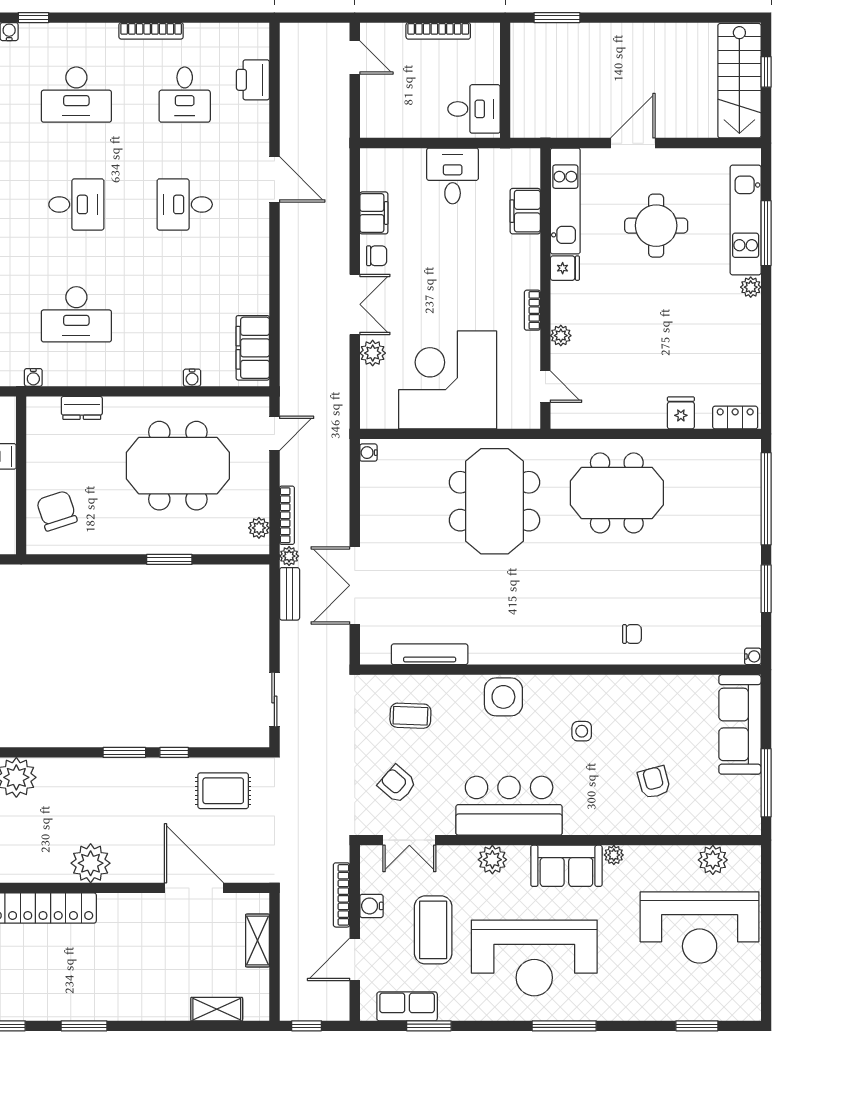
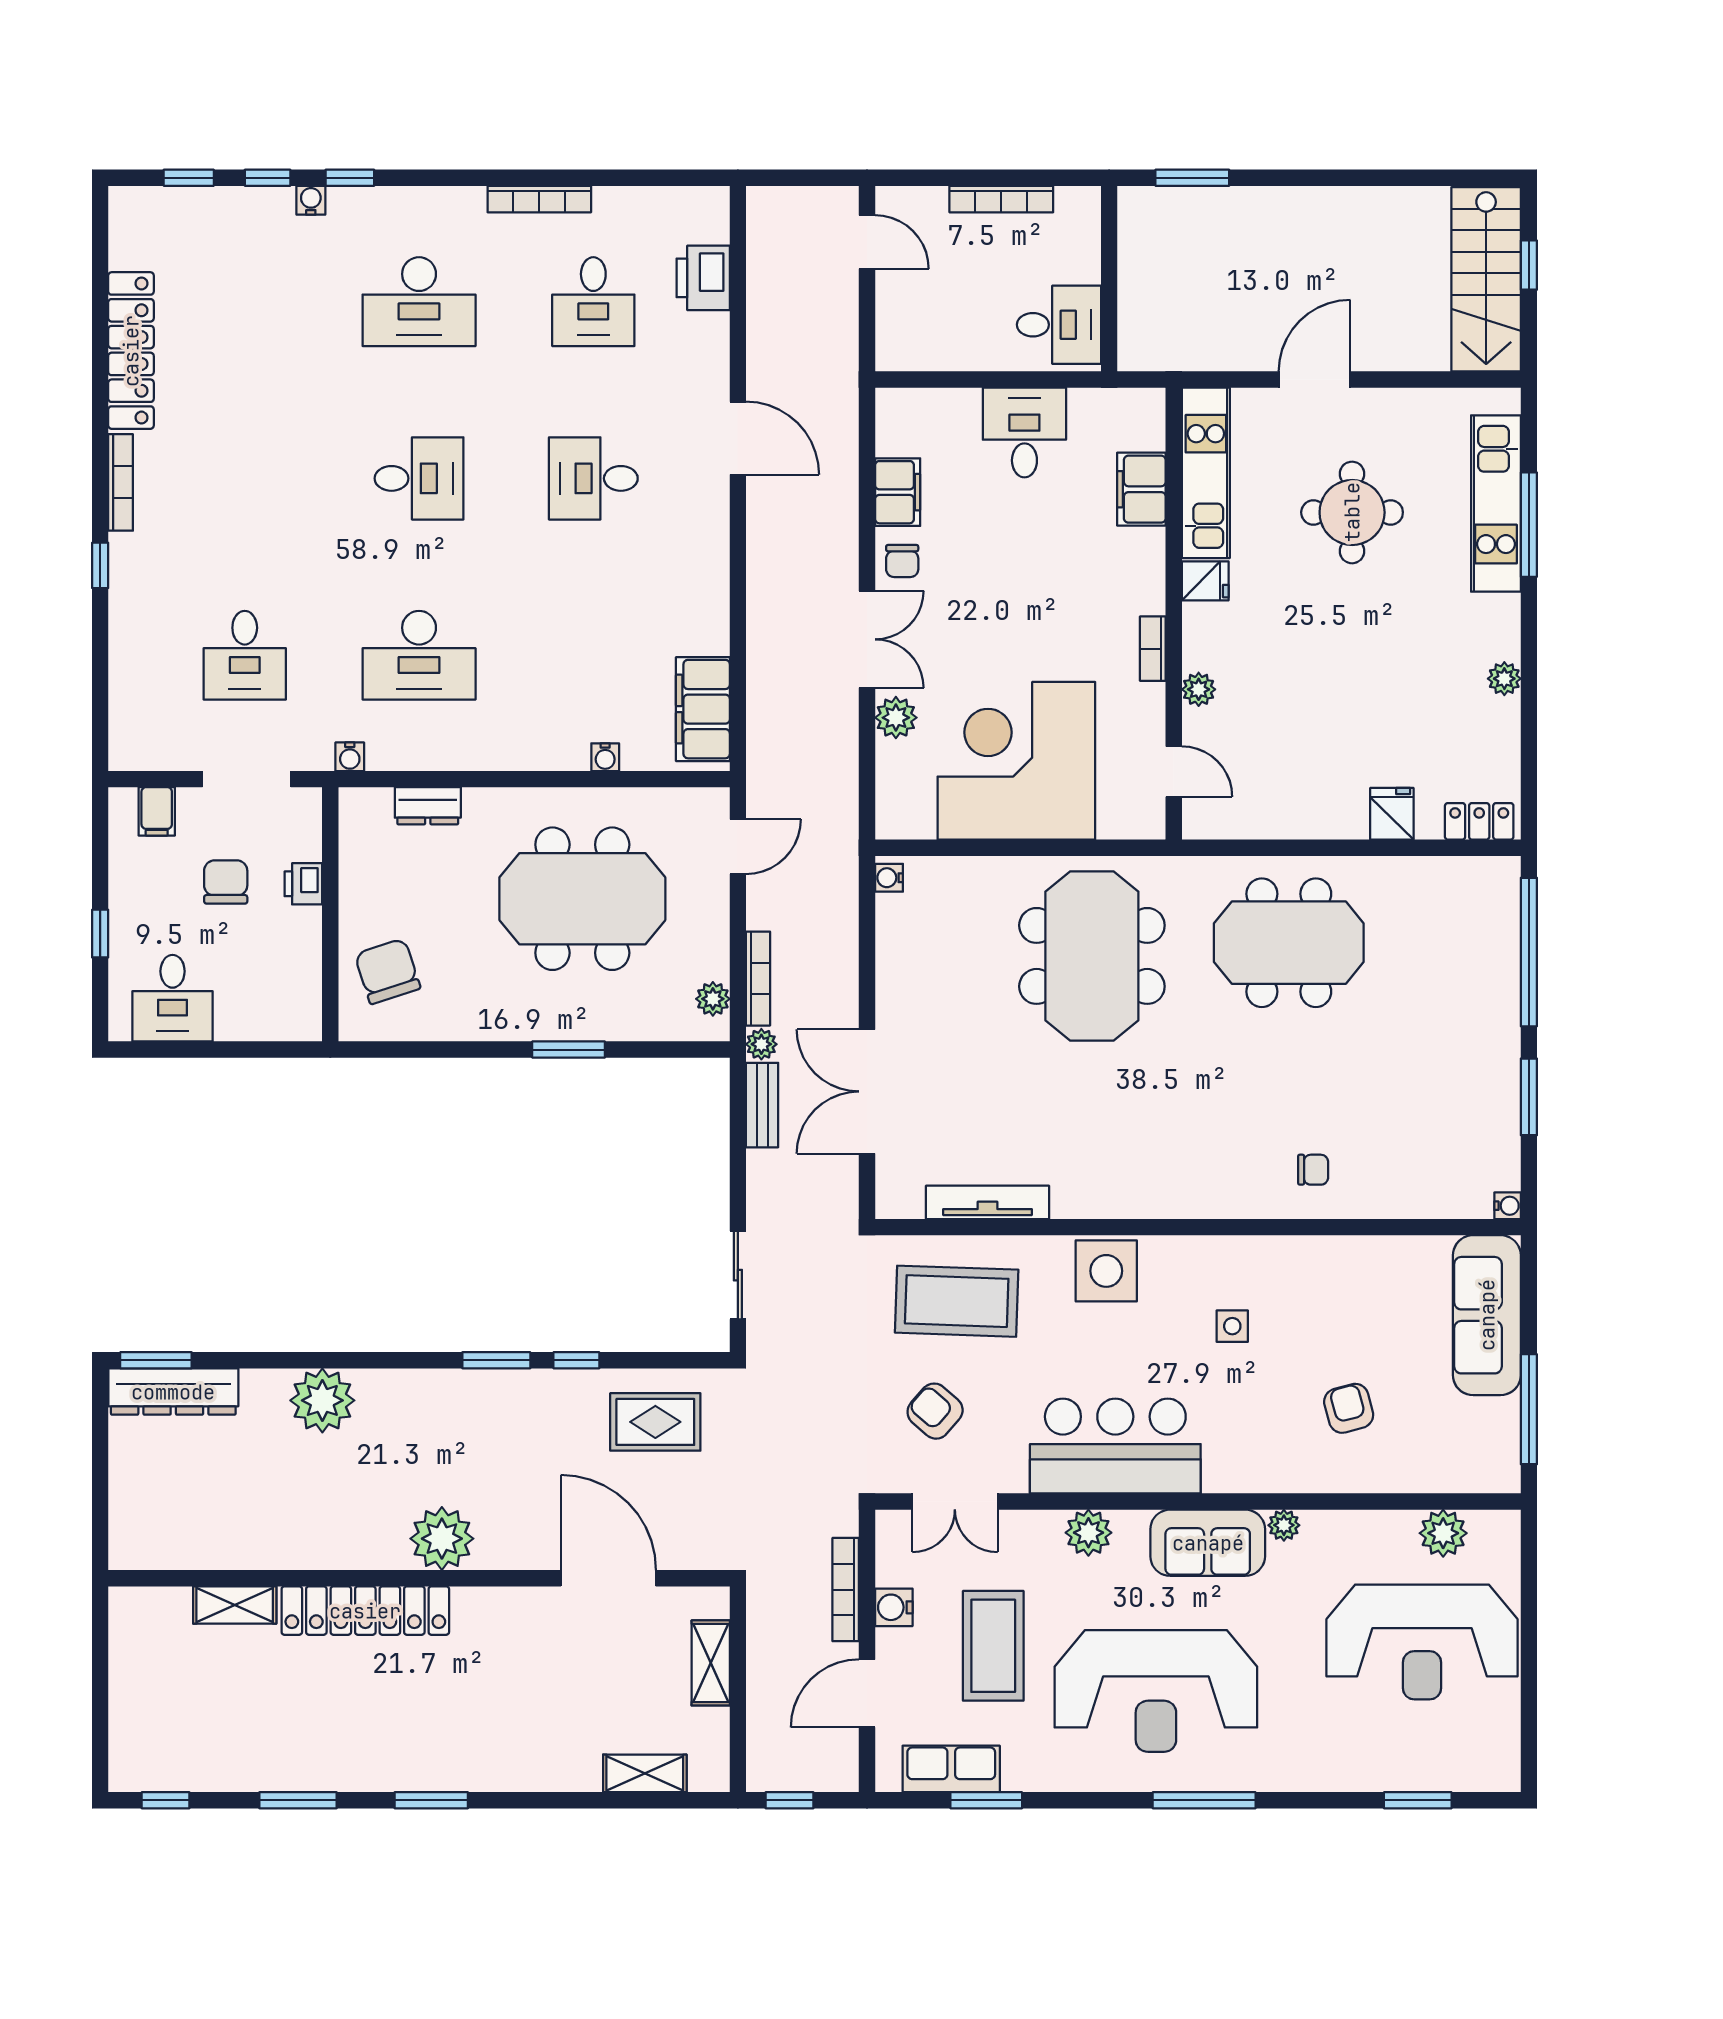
chair: (377, 256) -> (902, 561), turned 90
plant: (751, 287) -> (1504, 679), moved
coffee table: (410, 716) -> (957, 1301), width x1.86, depth x1.72

